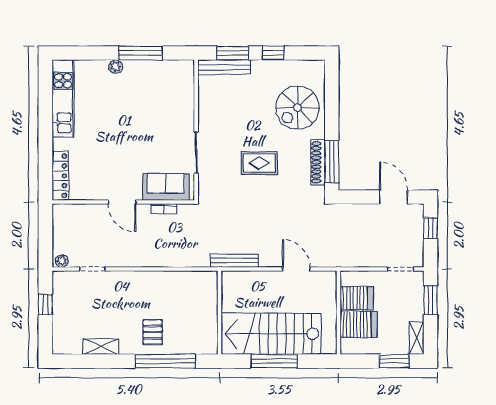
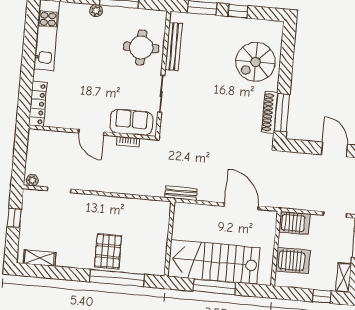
bench: (224, 67) -> (174, 47), moved, turned 90
round table: (169, 103) -> (141, 47), added
rug: (259, 163) -> (217, 108), removed
bench: (234, 261) -> (181, 193), width x0.73
door: (296, 269) -> (242, 206), width x1.36
server rack: (357, 298) -> (294, 223), moved
pallet: (153, 332) -> (108, 251), width x1.50, depth x1.42
shelving: (101, 347) -> (40, 258), moved
window: (394, 361) -> (322, 296), width x0.67

